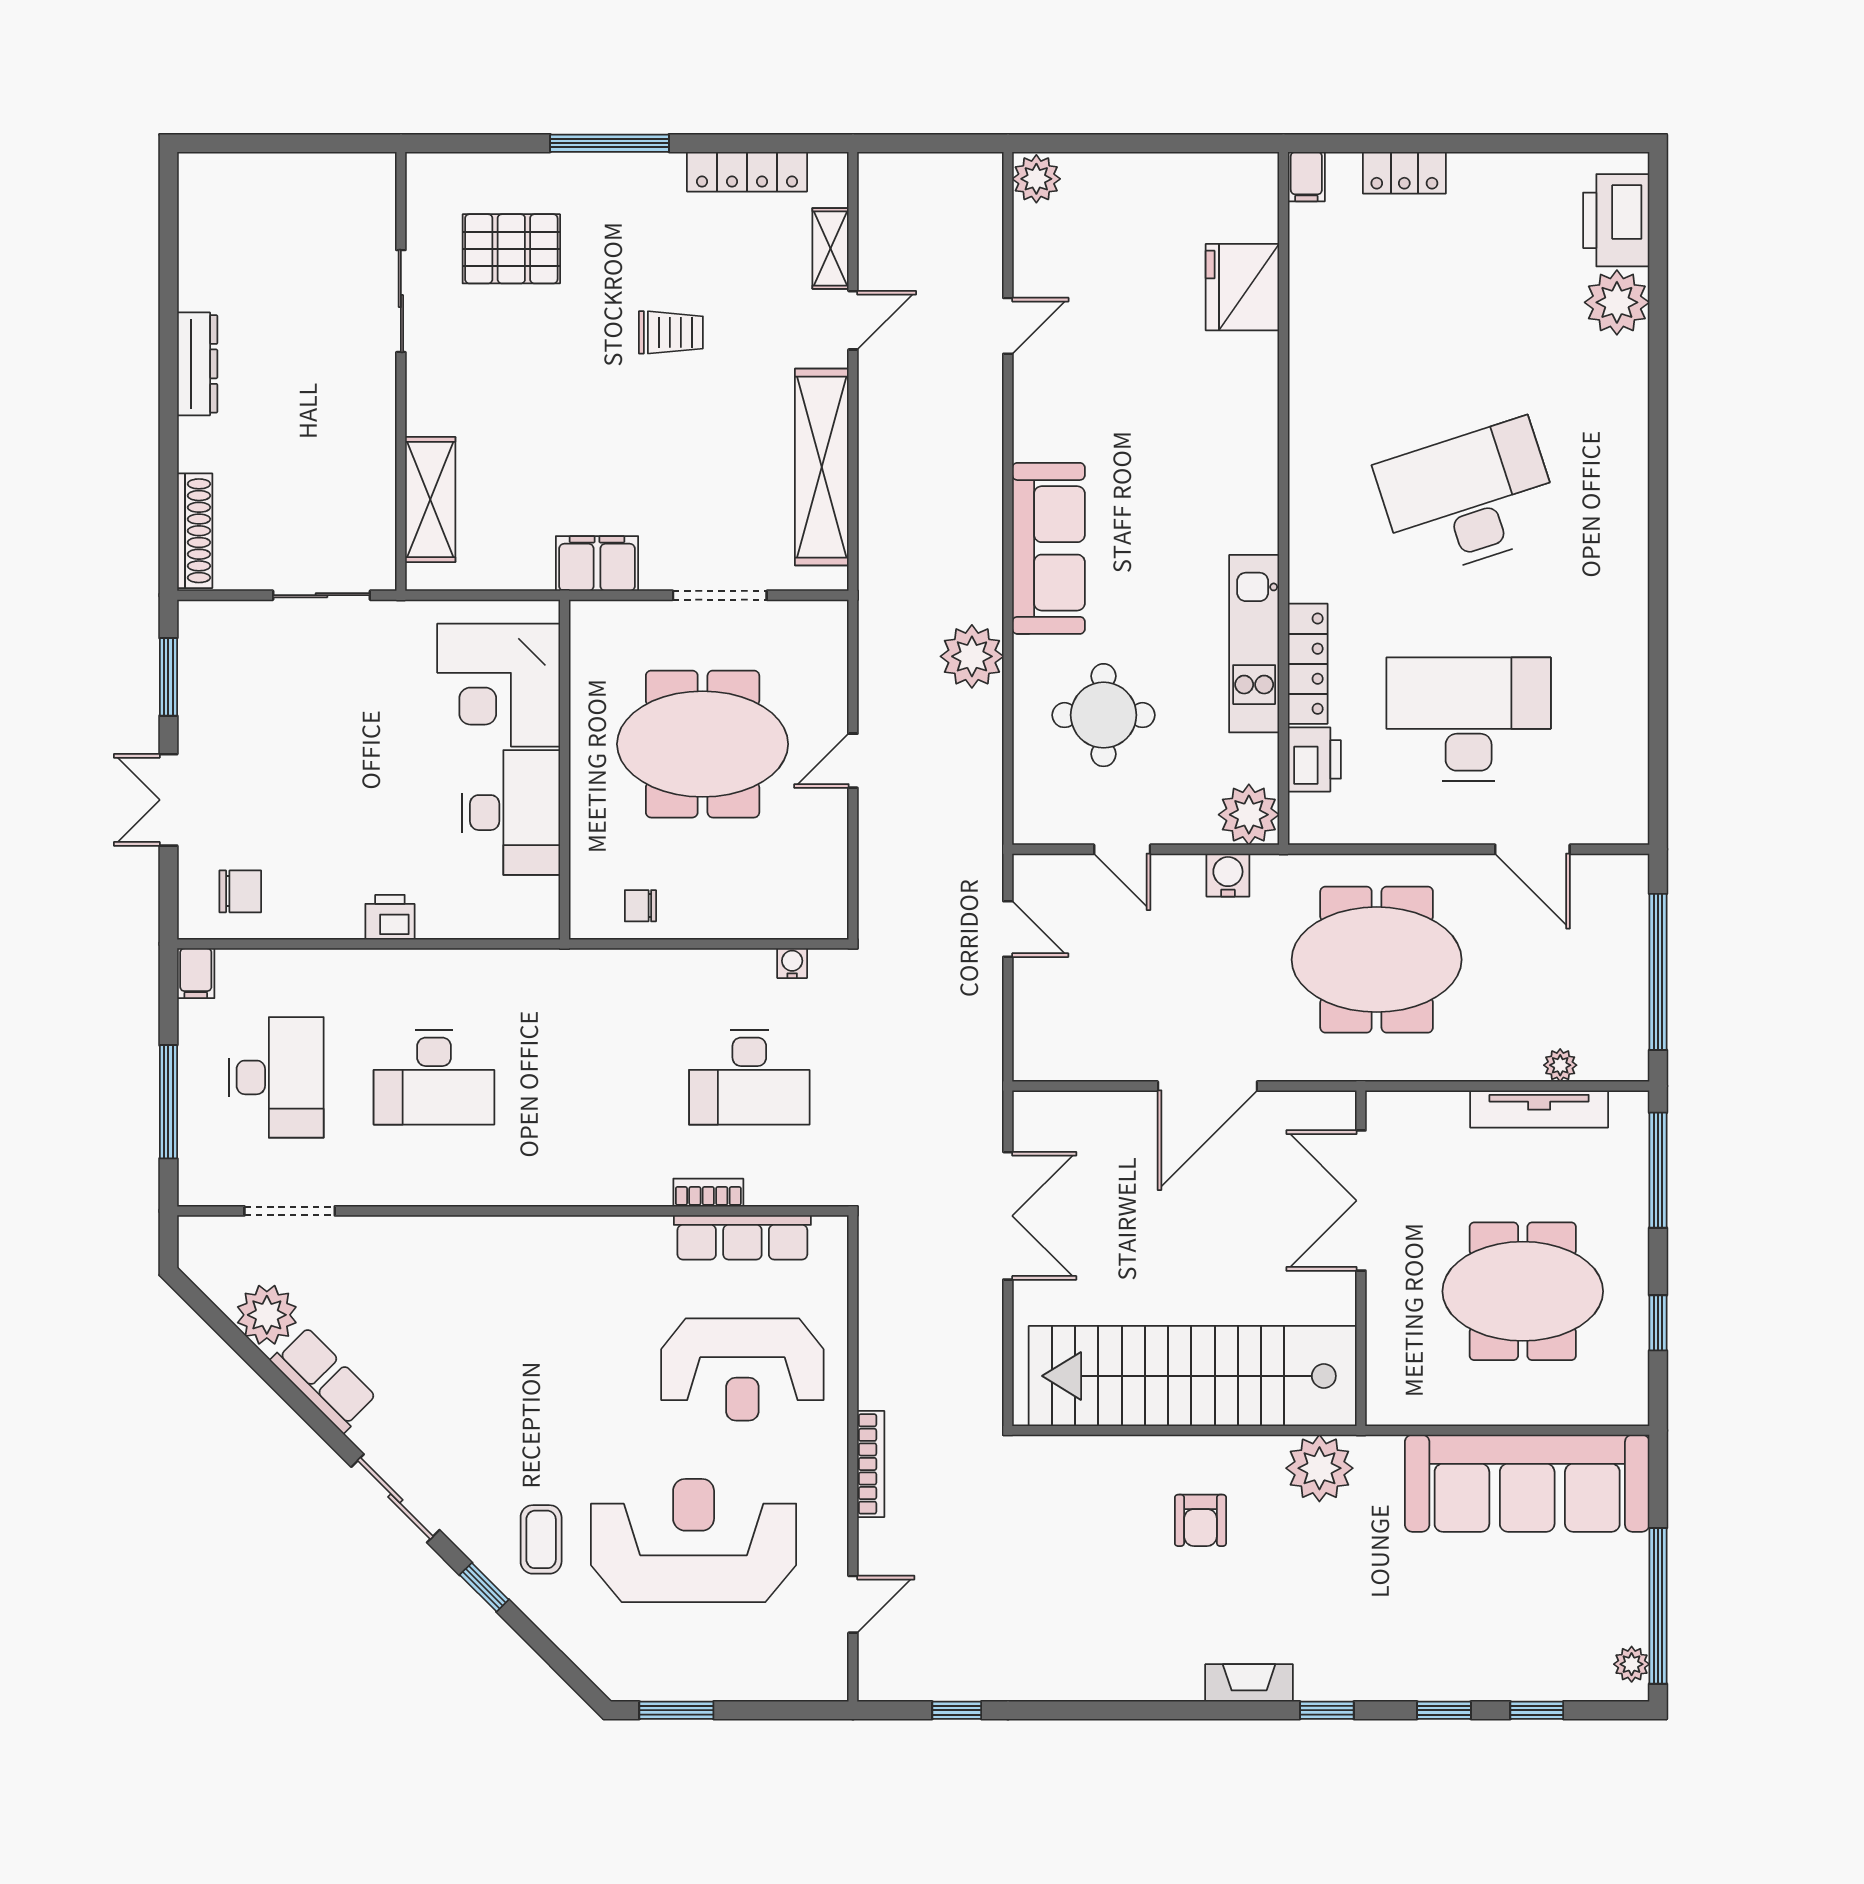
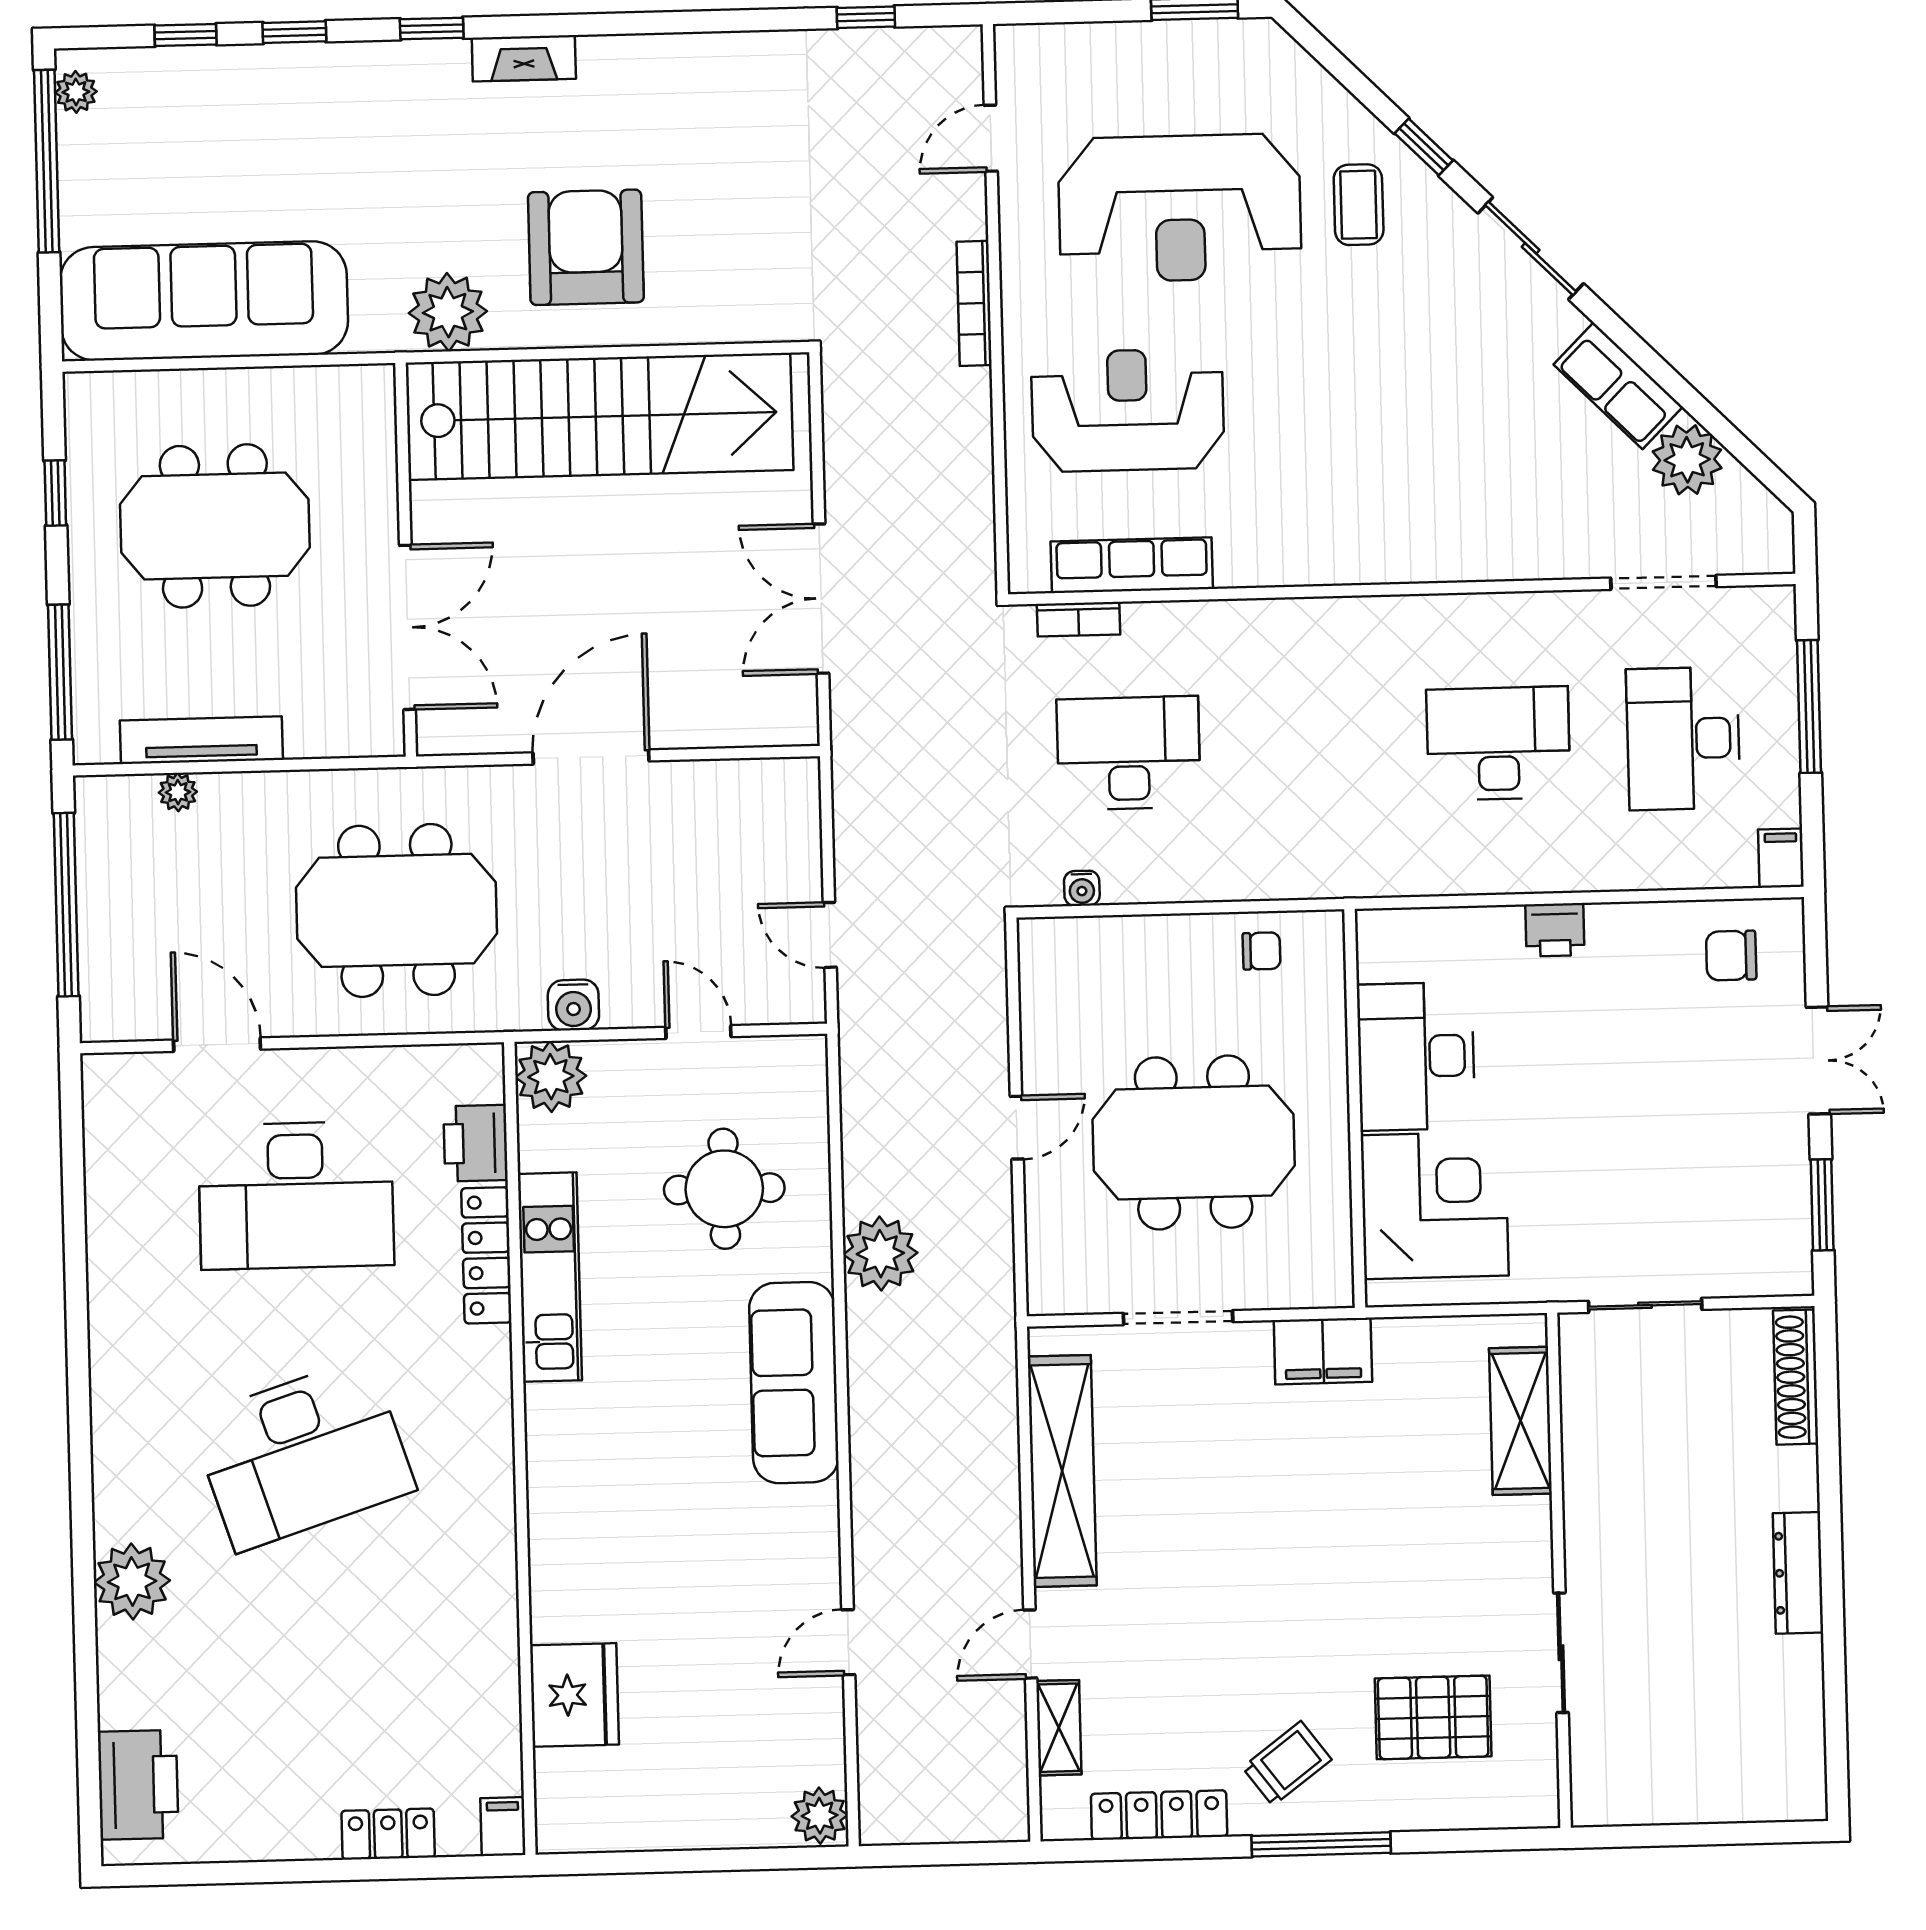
plant: (1617, 302) -> (132, 1581), moved
trolley: (671, 332) -> (1287, 1763), moved, turned 143
bookcase: (708, 1193) -> (1078, 619), moved
armchair: (1200, 1520) -> (586, 247), width x1.88, depth x1.88

